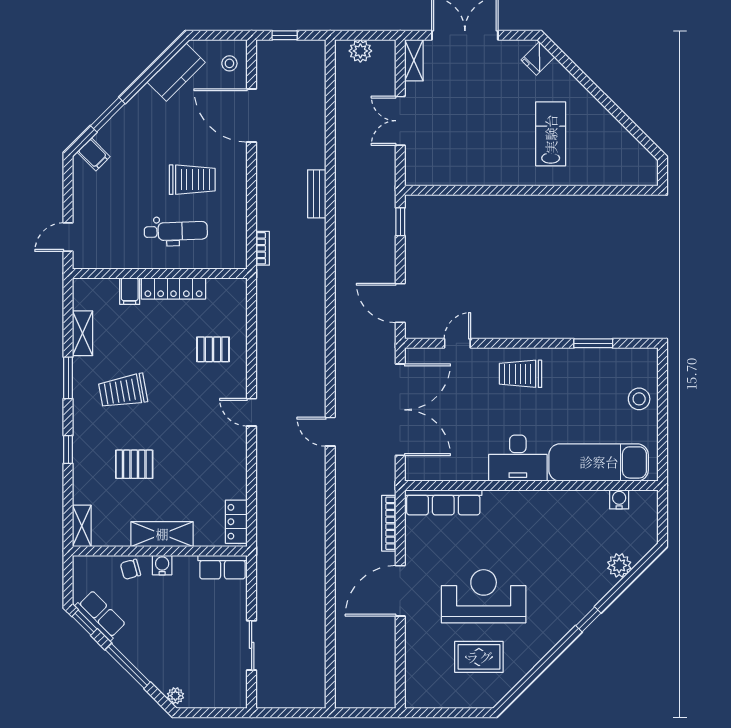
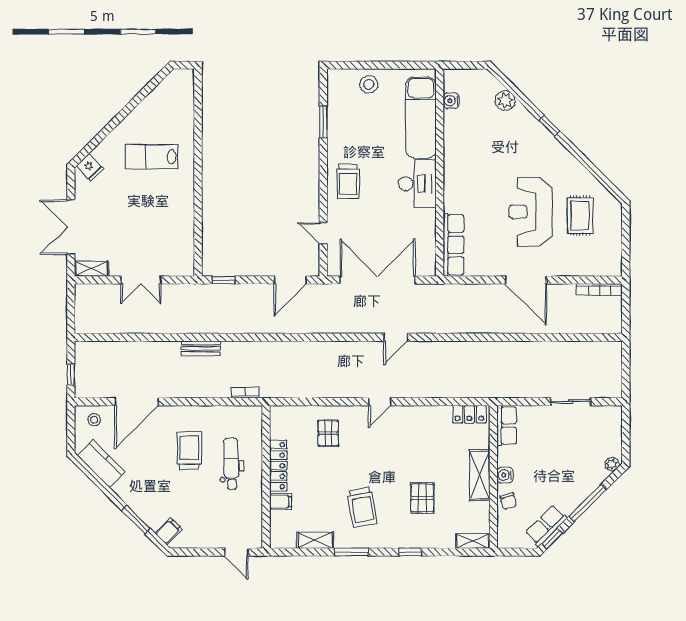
plant: (360, 51) -> (84, 313), removed
bookcase: (389, 523) -> (599, 289), moved

